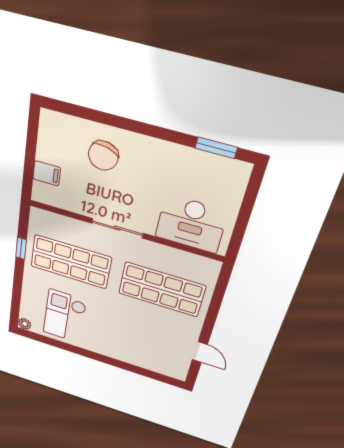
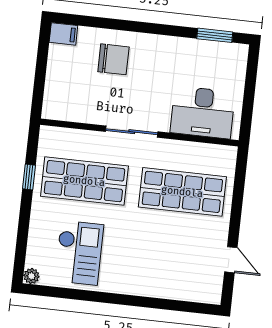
chair: (103, 156) -> (113, 59), turned -104
filing cabinet: (47, 173) -> (63, 34), moved
checkout: (65, 316) -> (79, 253), turned 180

